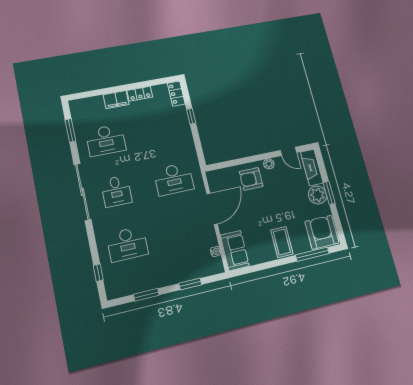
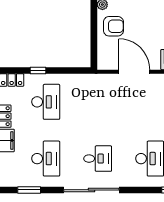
desk: (174, 179) -> (46, 102), moved
armchair: (251, 179) -> (113, 26), turned -90

